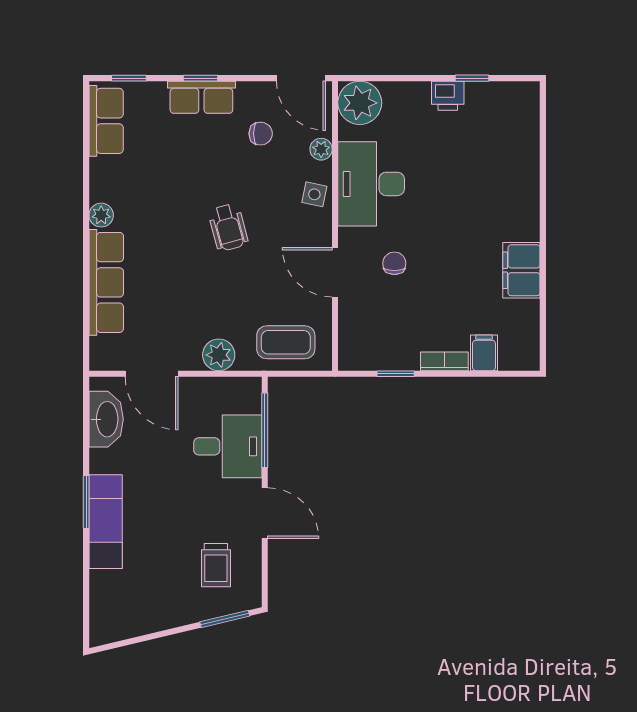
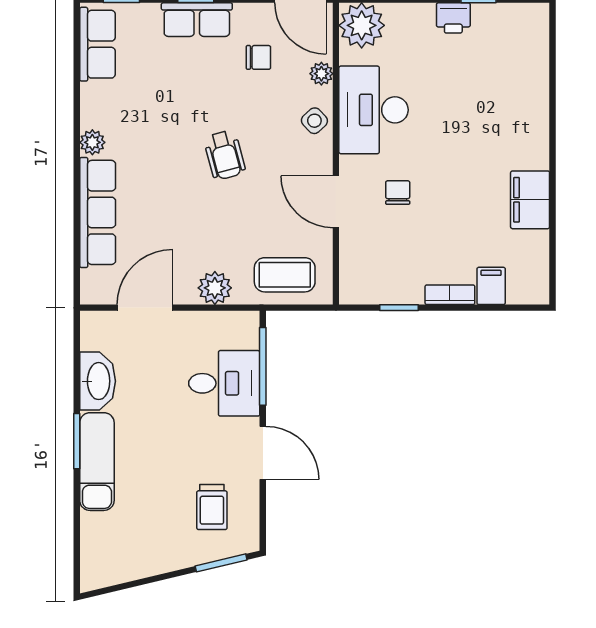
side table: (314, 194) -> (314, 121), turned 35
door: (152, 374) -> (145, 308), swing flipped
washbasin: (106, 419) -> (98, 381), moved

